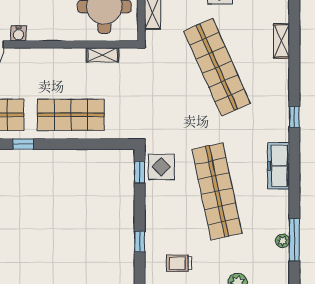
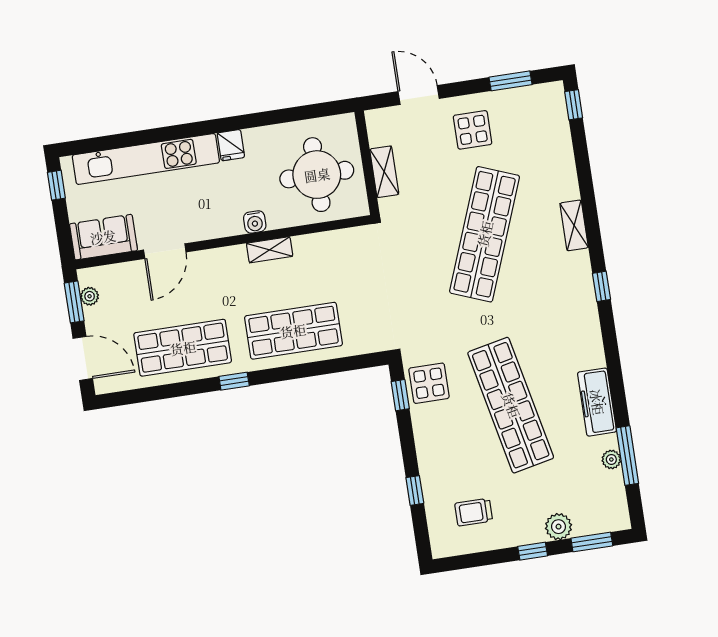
water cooler: (19, 33) -> (255, 222), moved
shelving: (281, 41) -> (574, 225), moved
shelving: (102, 55) -> (270, 250), moved
shop shelf: (217, 67) -> (485, 234), turned 45
freezer: (278, 166) -> (597, 402), moved

